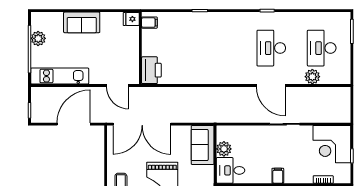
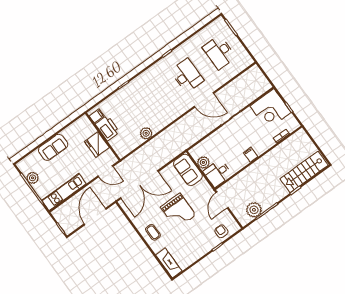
fridge: (131, 19) -> (97, 145), moved, width x1.88, depth x1.34
desk: (271, 48) -> (187, 76), turned 180
printer: (151, 70) -> (107, 128), moved
plant: (312, 77) -> (146, 133), moved

